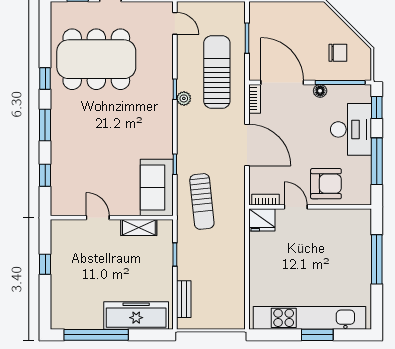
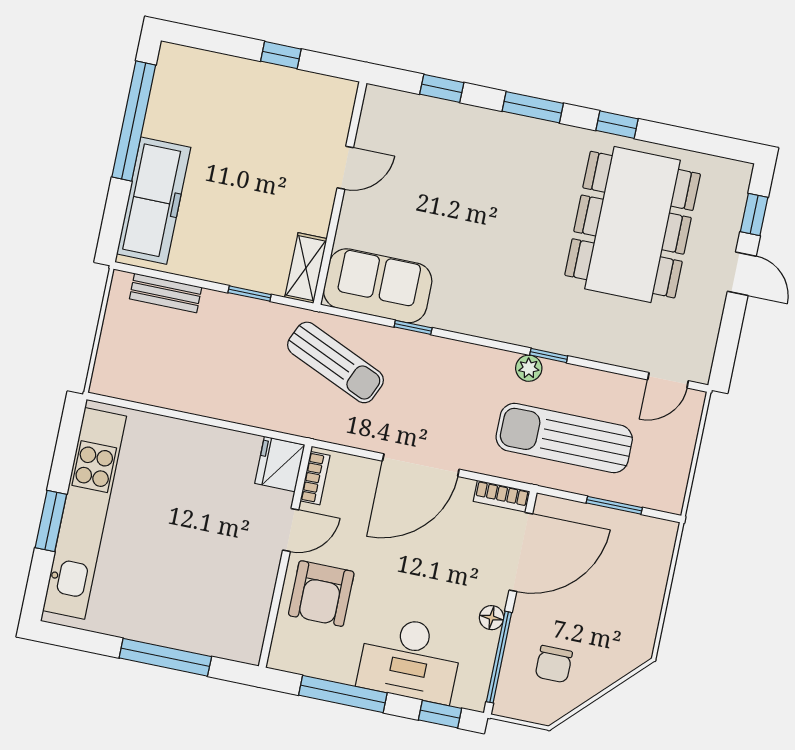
sun lounger: (217, 72) -> (564, 438), turned 180
sun lounger: (202, 201) -> (336, 362), turned -150
shelving: (139, 228) -> (306, 268), moved

